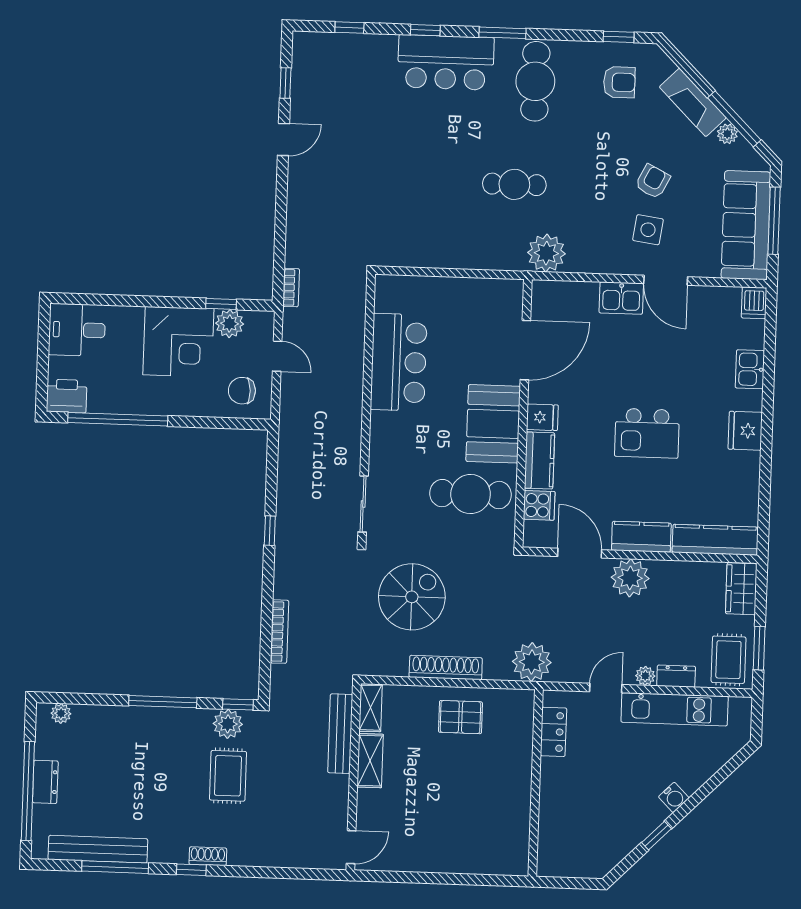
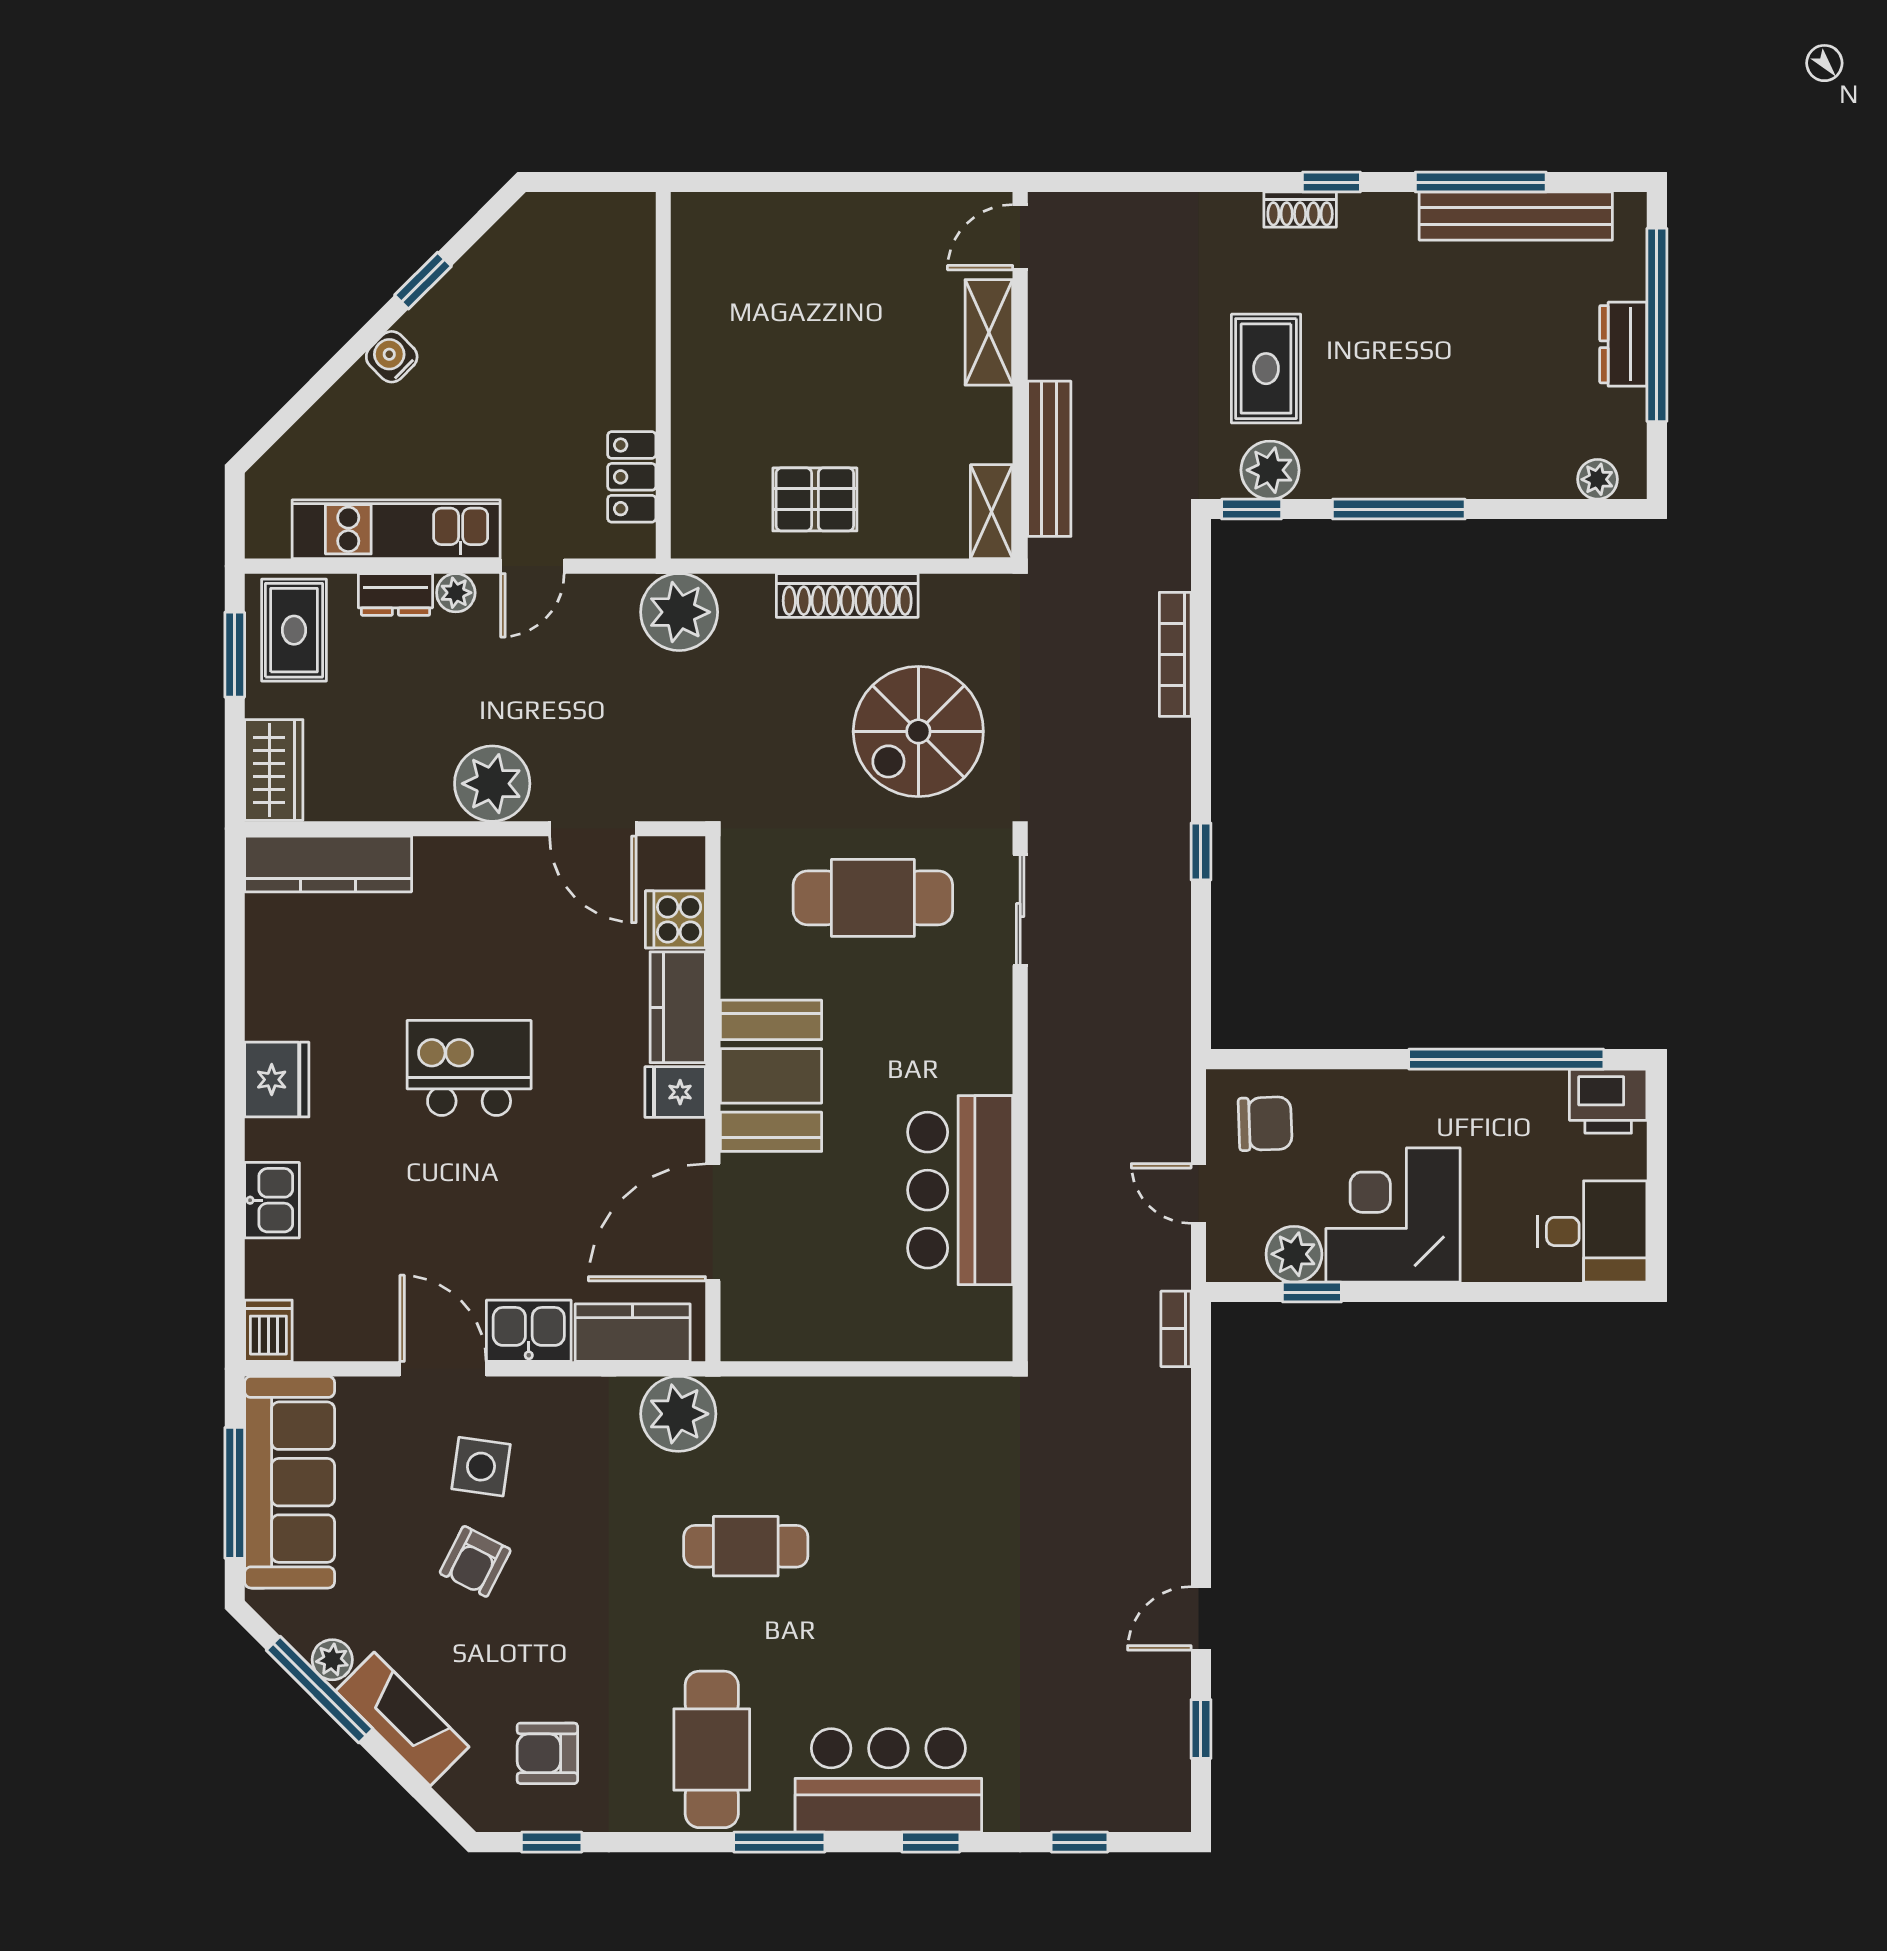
cafe table: (471, 494) -> (873, 898), moved
kitchen counter: (641, 537) -> (633, 1333), moved, turned 180
shelving: (370, 761) -> (989, 332), moved

